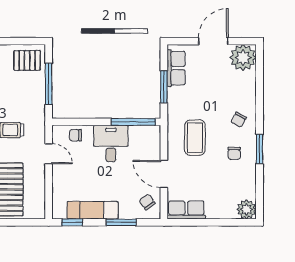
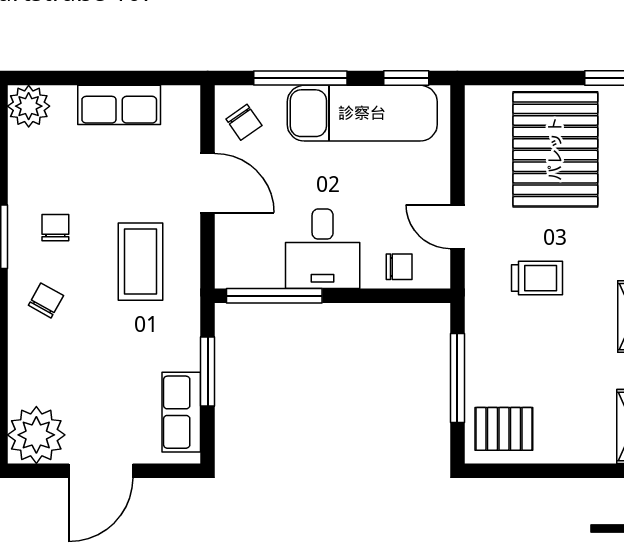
exam couch: (93, 210) -> (362, 113), width x1.36, depth x1.45
row of seats: (186, 210) -> (119, 105), moved
window: (121, 222) -> (300, 78), width x1.44

